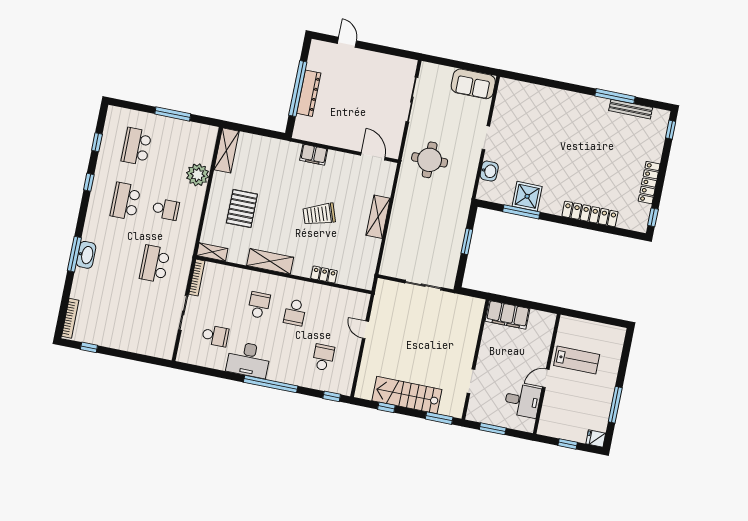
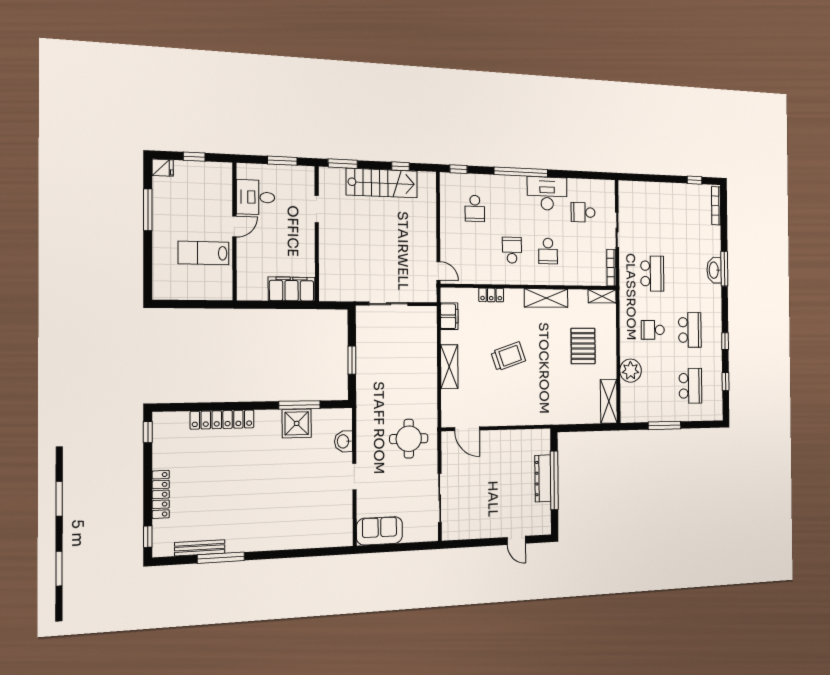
filing cabinet: (314, 155) -> (449, 316), moved, turned 90
locker: (649, 183) -> (161, 494), moved
door: (365, 330) -> (438, 271), moved

